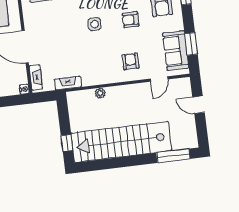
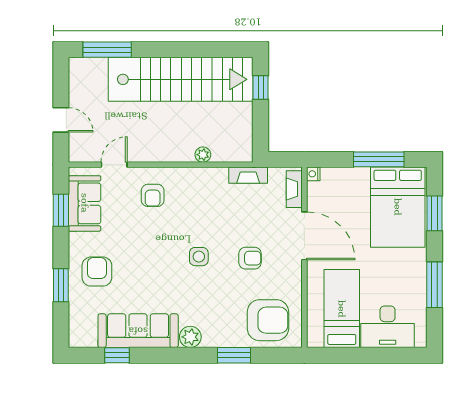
armchair: (131, 20) -> (250, 258), moved

